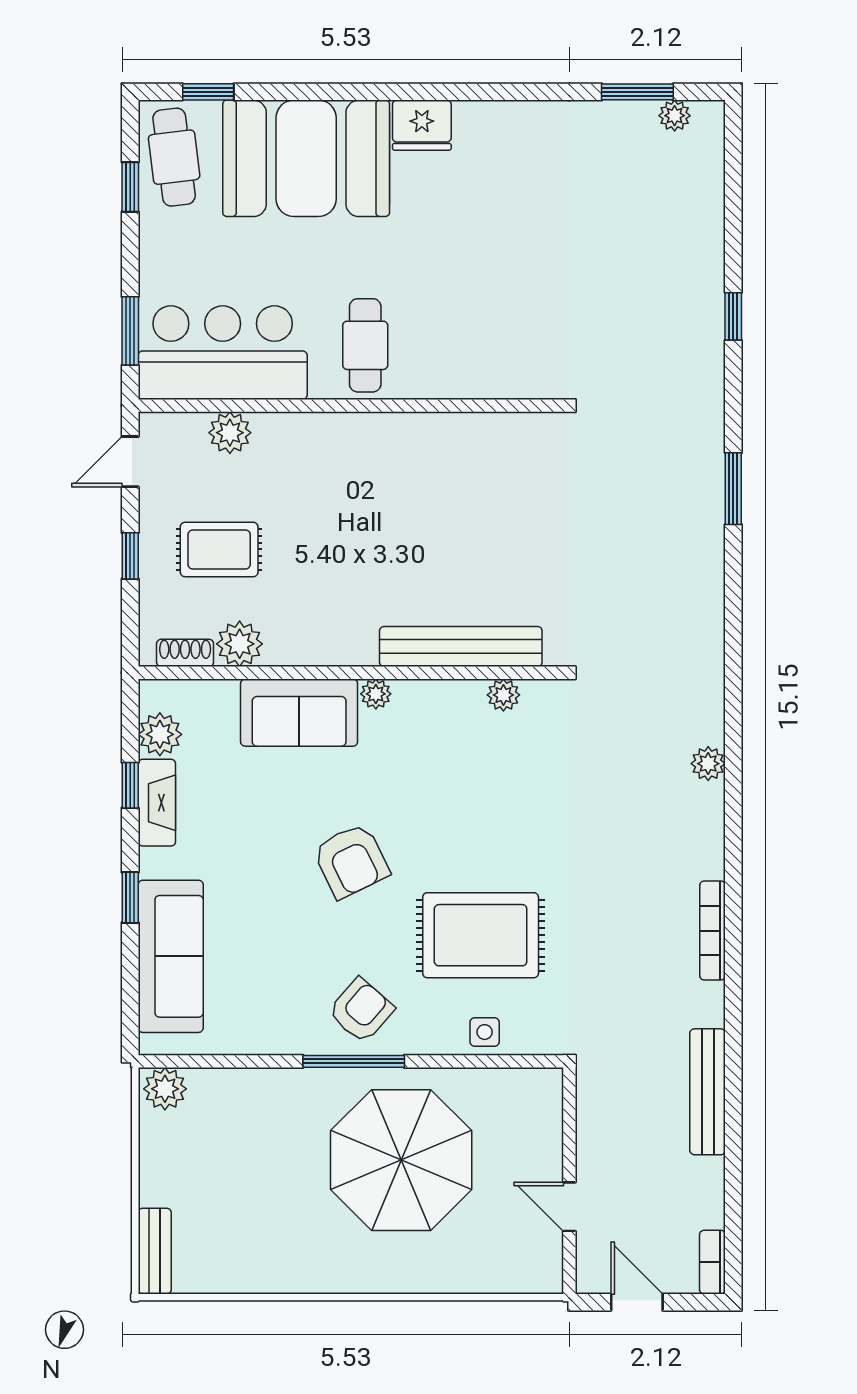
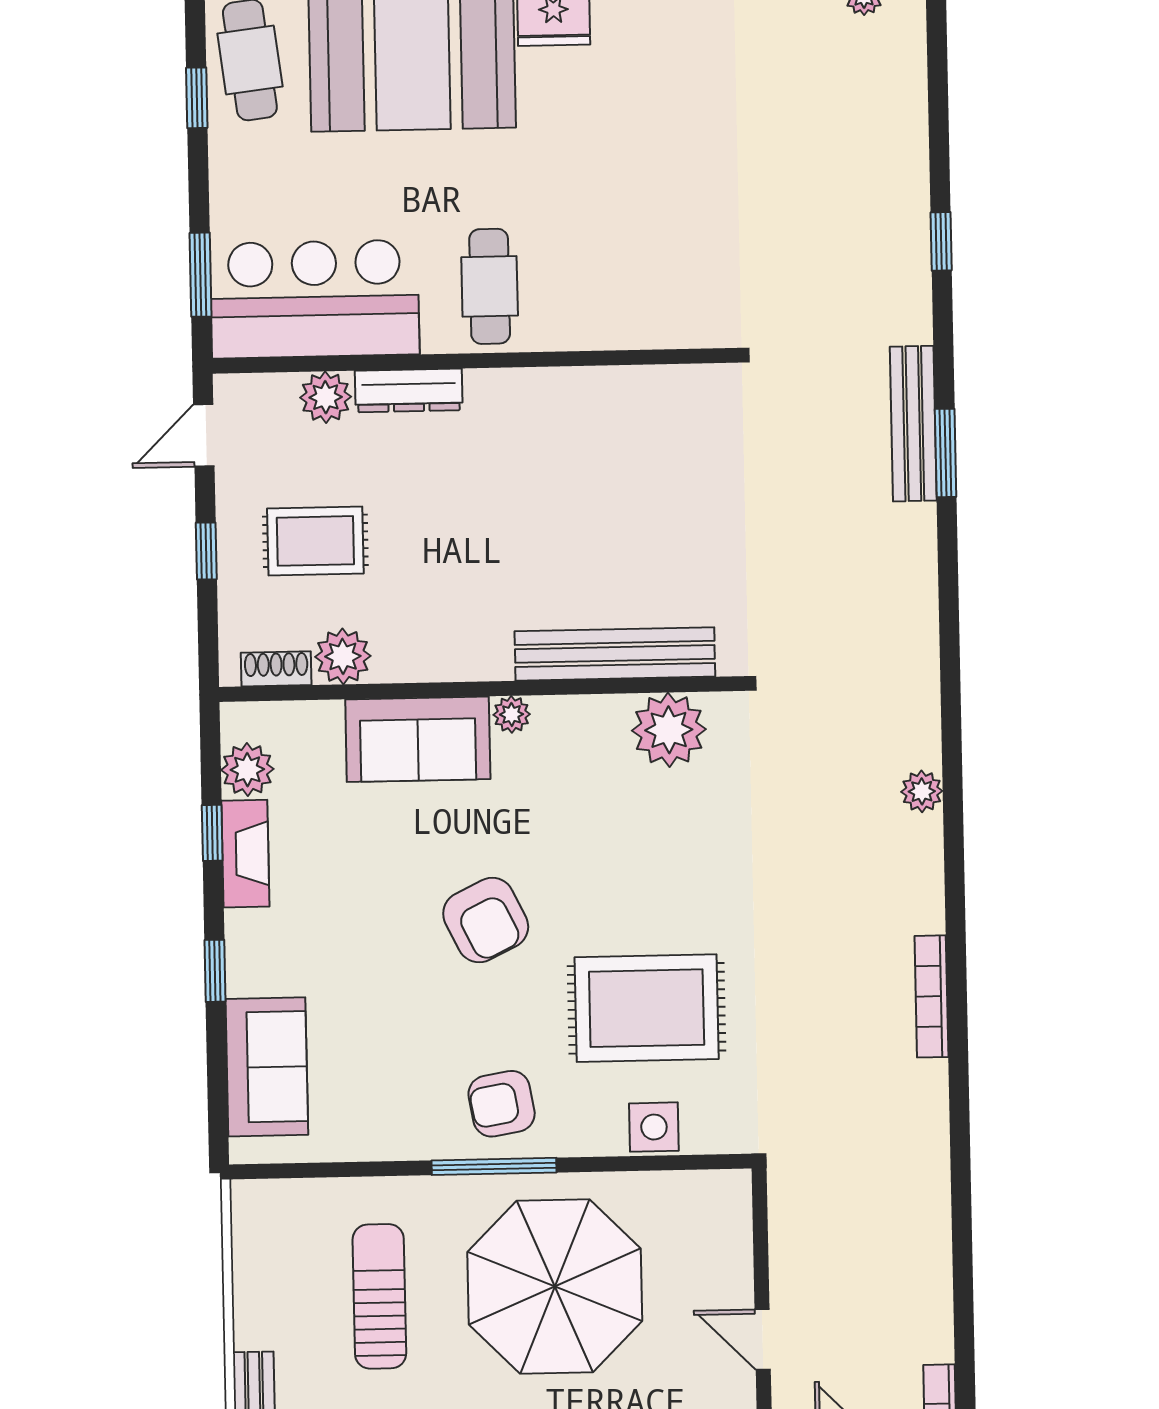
dresser: (298, 429) -> (409, 390), added
plant: (503, 695) -> (669, 730), width x1.87, depth x1.87
sofa: (171, 956) -> (267, 1067), width x0.73
armchair: (361, 1010) -> (502, 1104), turned -141
side table: (485, 1032) -> (654, 1127), width x1.37, depth x1.37
plant: (165, 1089) -> (263, 1205), removed
bench: (708, 1092) -> (913, 424), moved
sun lounger: (258, 1165) -> (379, 1296), added

